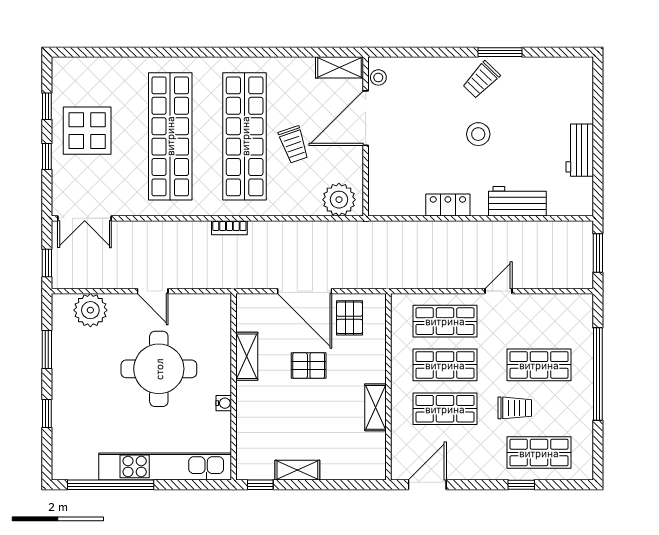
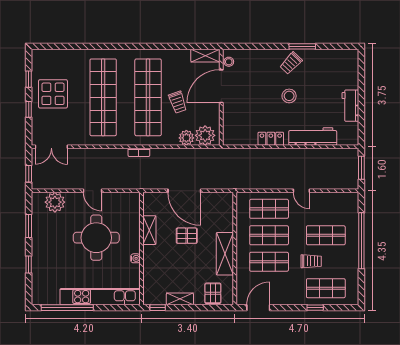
workbench: (517, 201) -> (313, 136), width x1.38
plant: (308, 203) -> (186, 138), added
door: (499, 291) -> (301, 191), swing flipped
pallet: (349, 318) -> (213, 293), moved
shelving: (376, 407) -> (225, 254), width x1.50, depth x1.33

